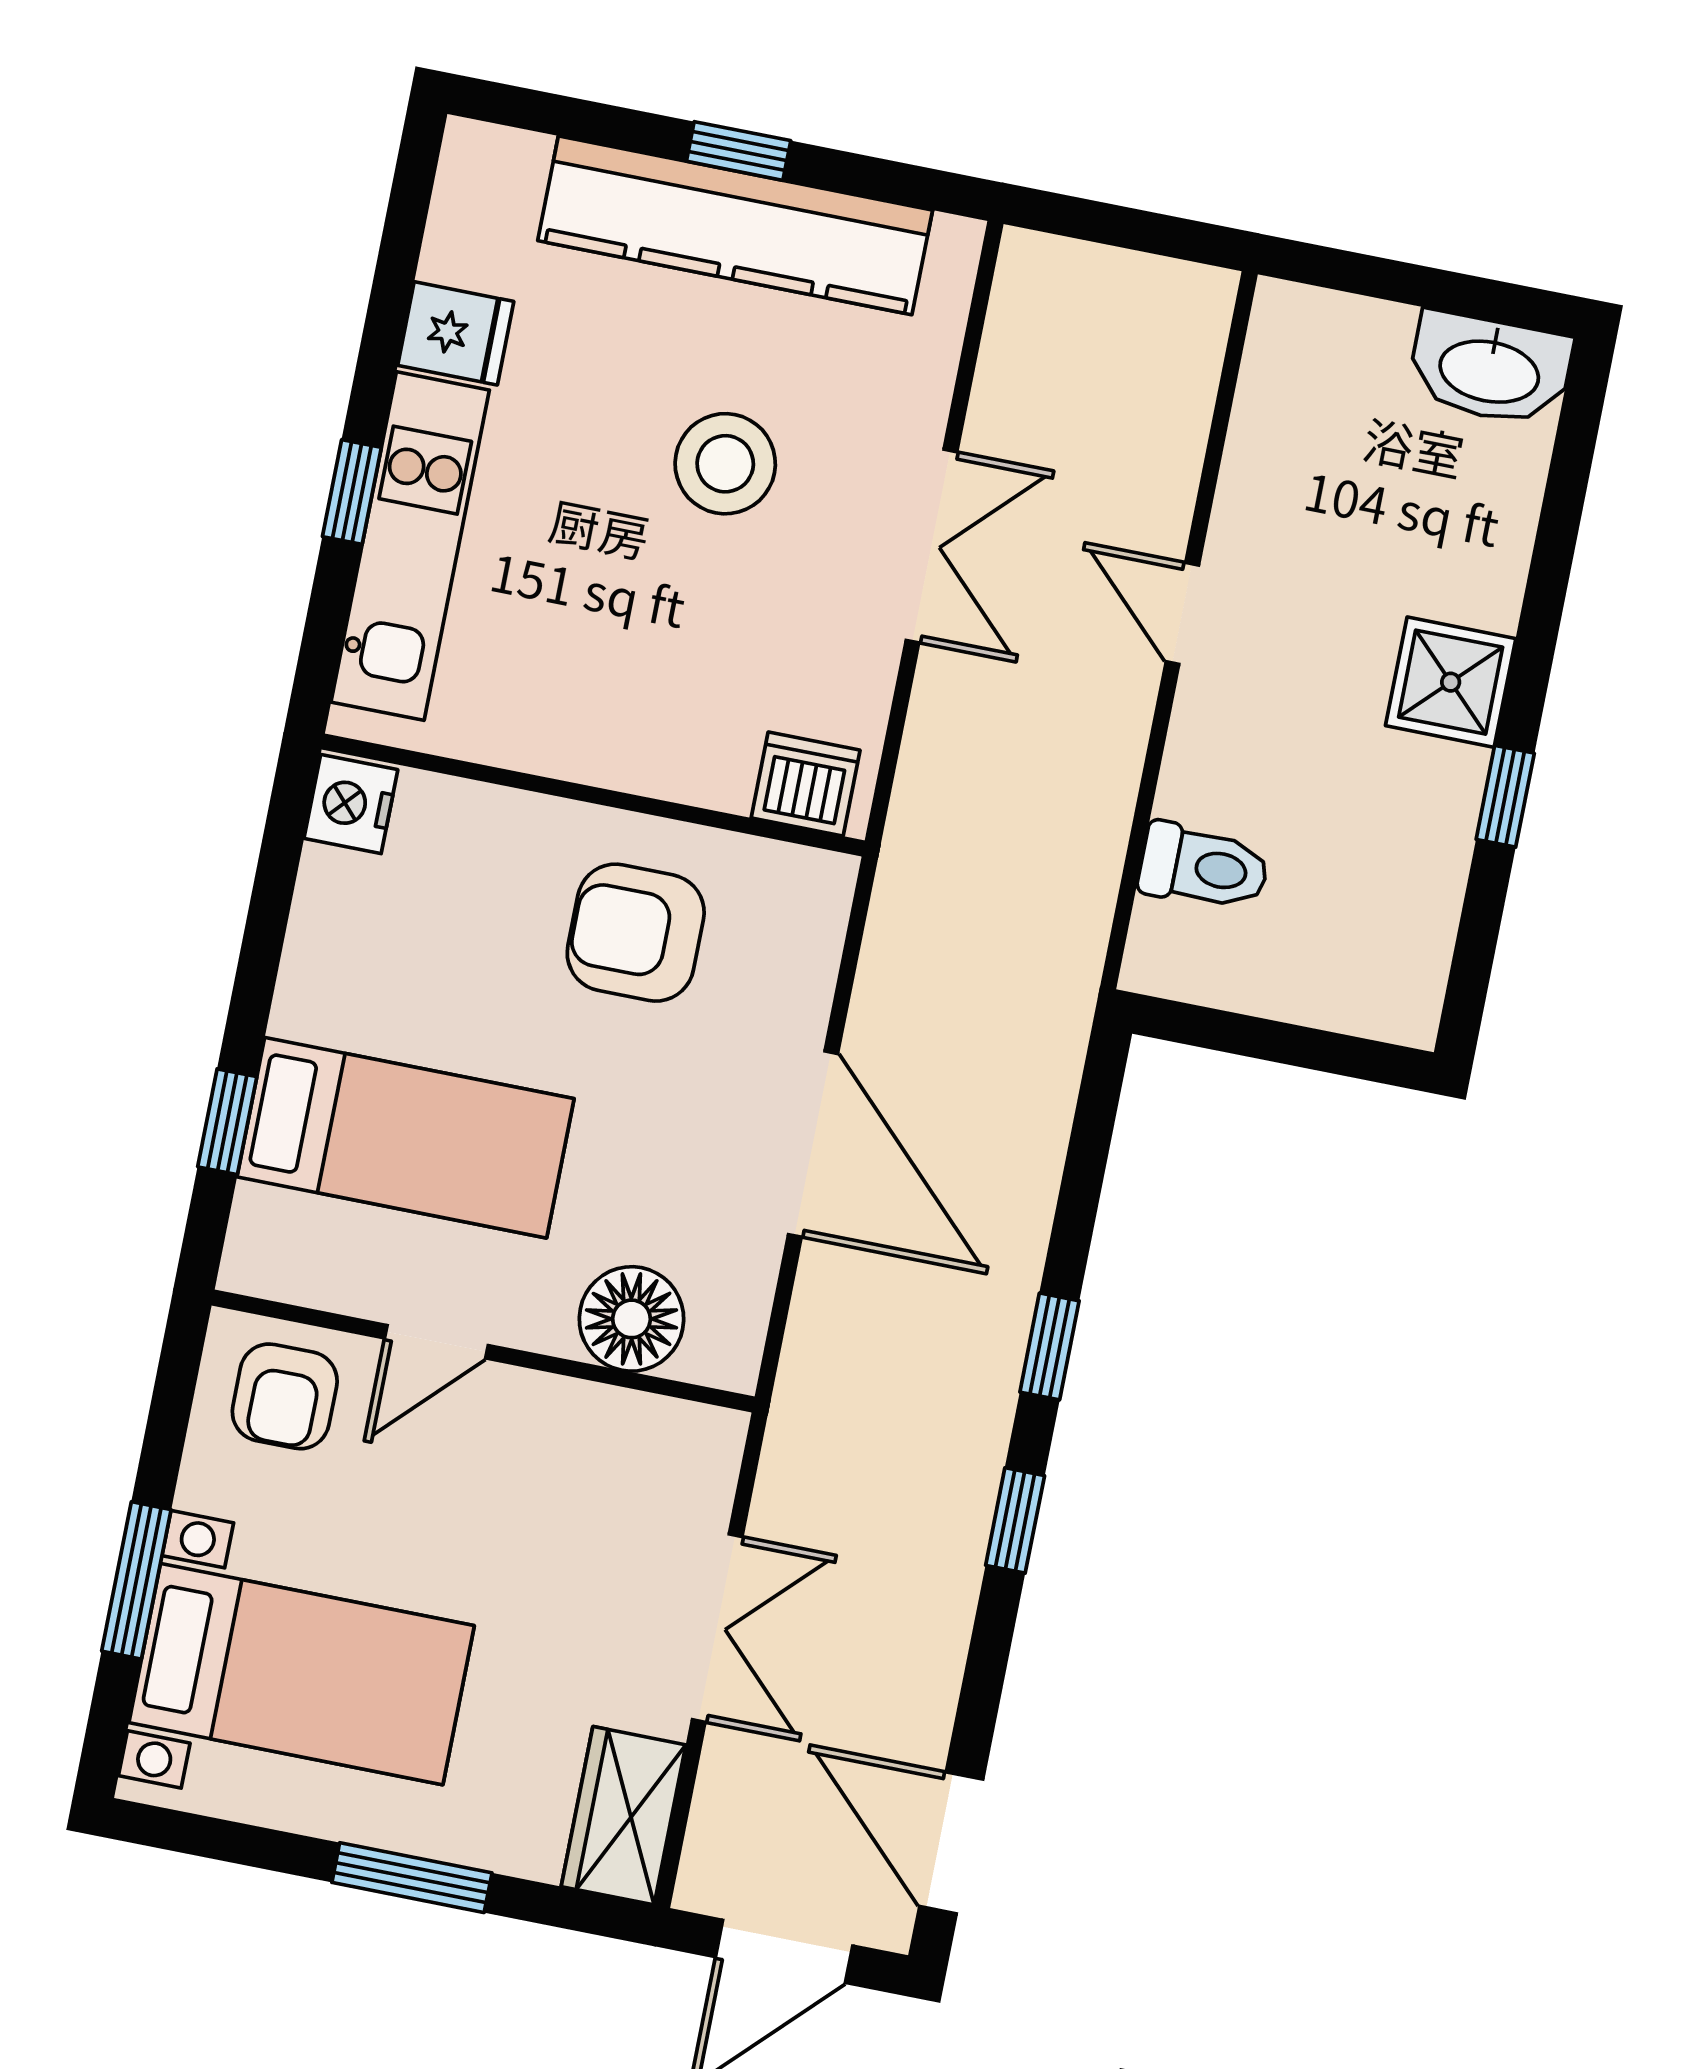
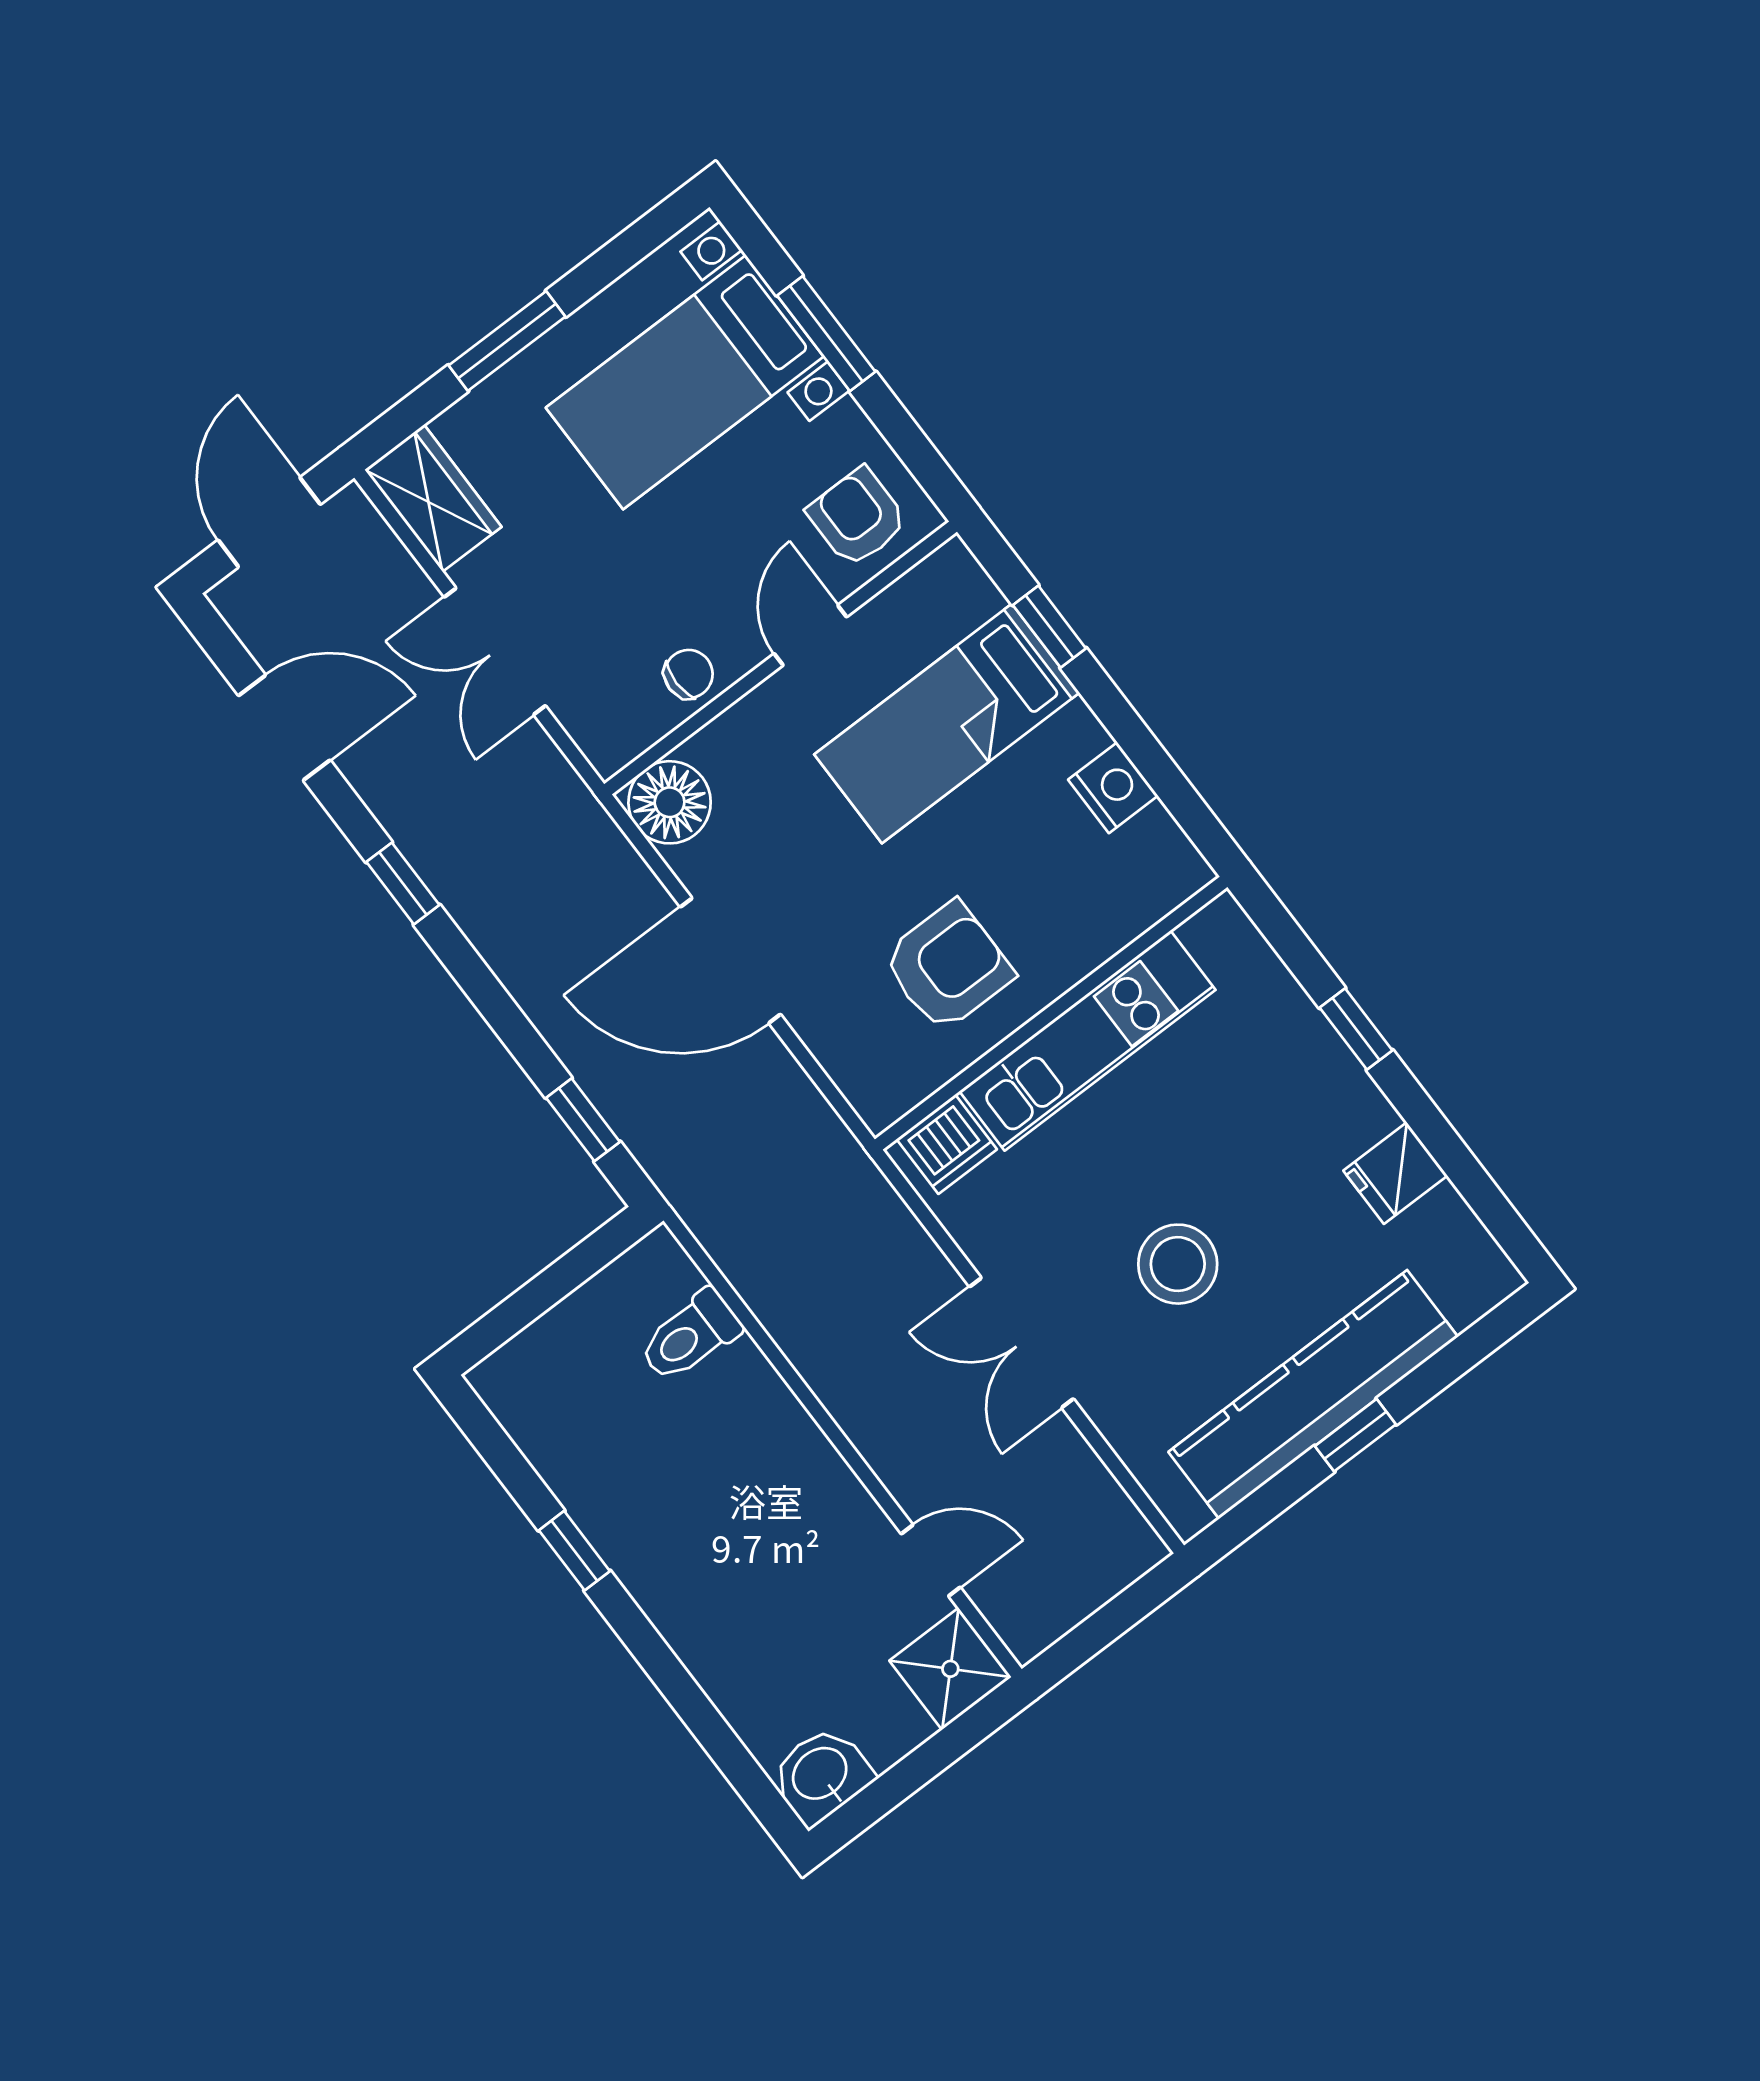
washbasin: (1490, 369) -> (821, 1775), width x0.72
kitchen unit: (410, 546) -> (1087, 1041), moved, turned -90
door: (1182, 613) -> (931, 1561), moved
shower: (1451, 682) -> (950, 1669), moved
nightstand: (351, 804) -> (1113, 788), moved
floor lamp: (631, 1319) -> (670, 802), moved
window: (1050, 1346) -> (583, 1120), moved
chair: (576, 1425) -> (689, 674), added
door: (951, 1843) -> (284, 728), moved

